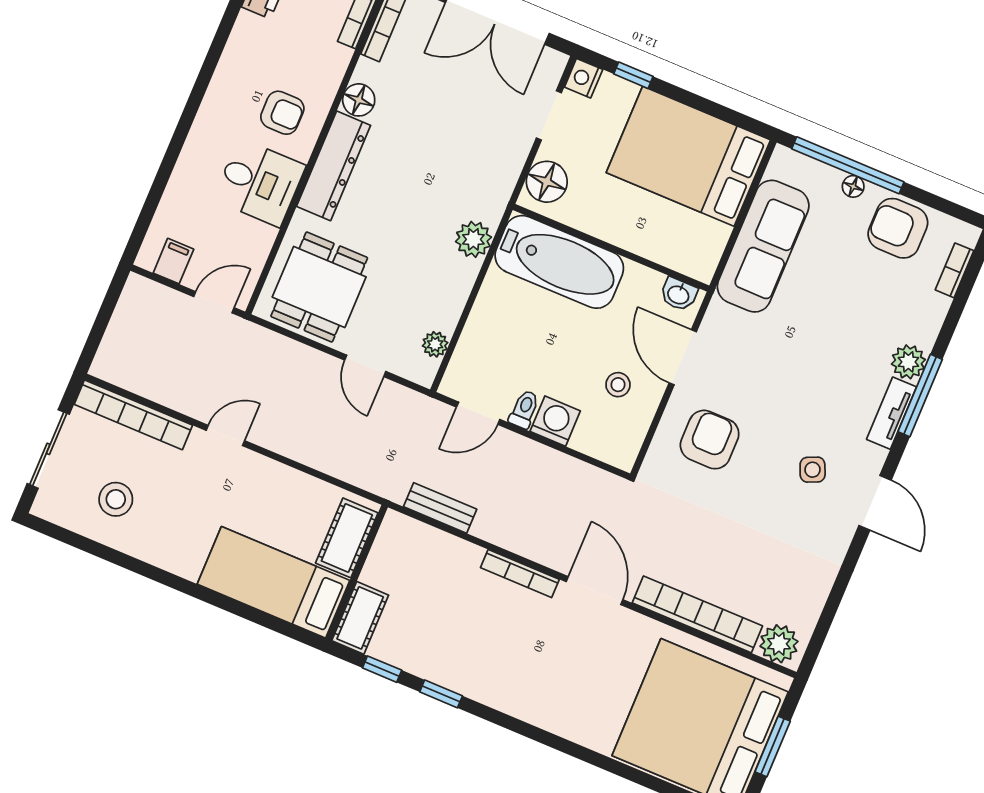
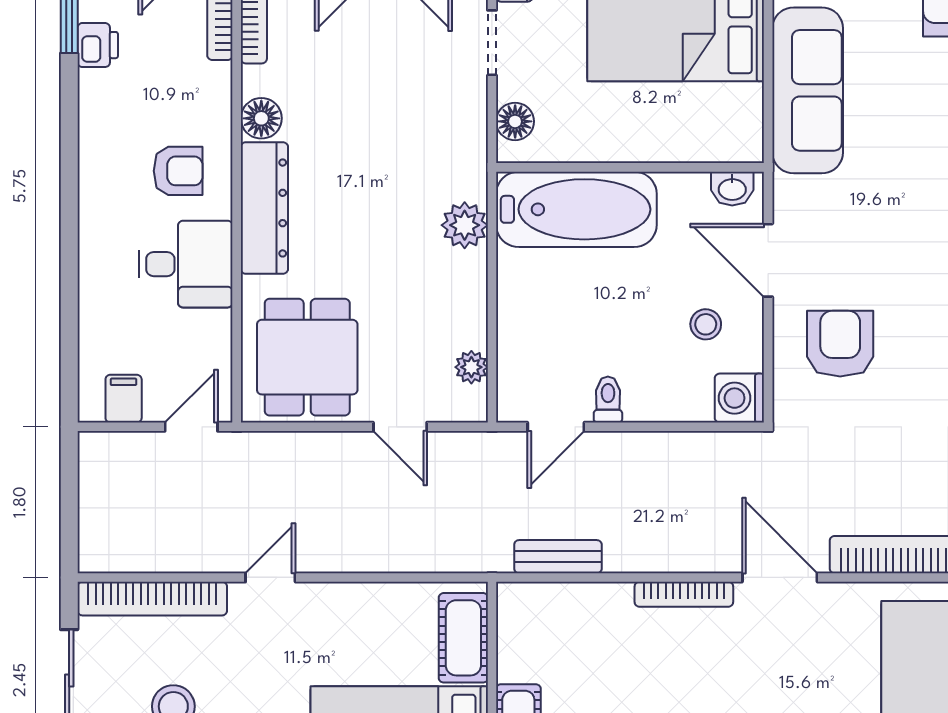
floor lamp: (547, 182) -> (515, 121), width x0.73, depth x0.73
washing machine: (555, 421) -> (739, 398), moved, turned -90

